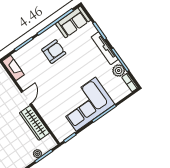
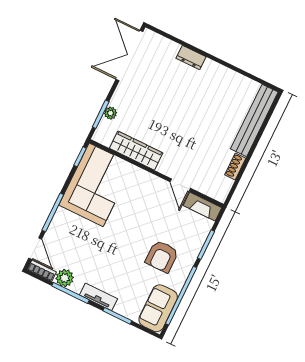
tv unit: (105, 48) -> (99, 297), width x0.71
door: (26, 98) -> (180, 185), moved
door: (127, 98) -> (35, 249), added
corner sofa: (86, 104) -> (96, 185), moved

